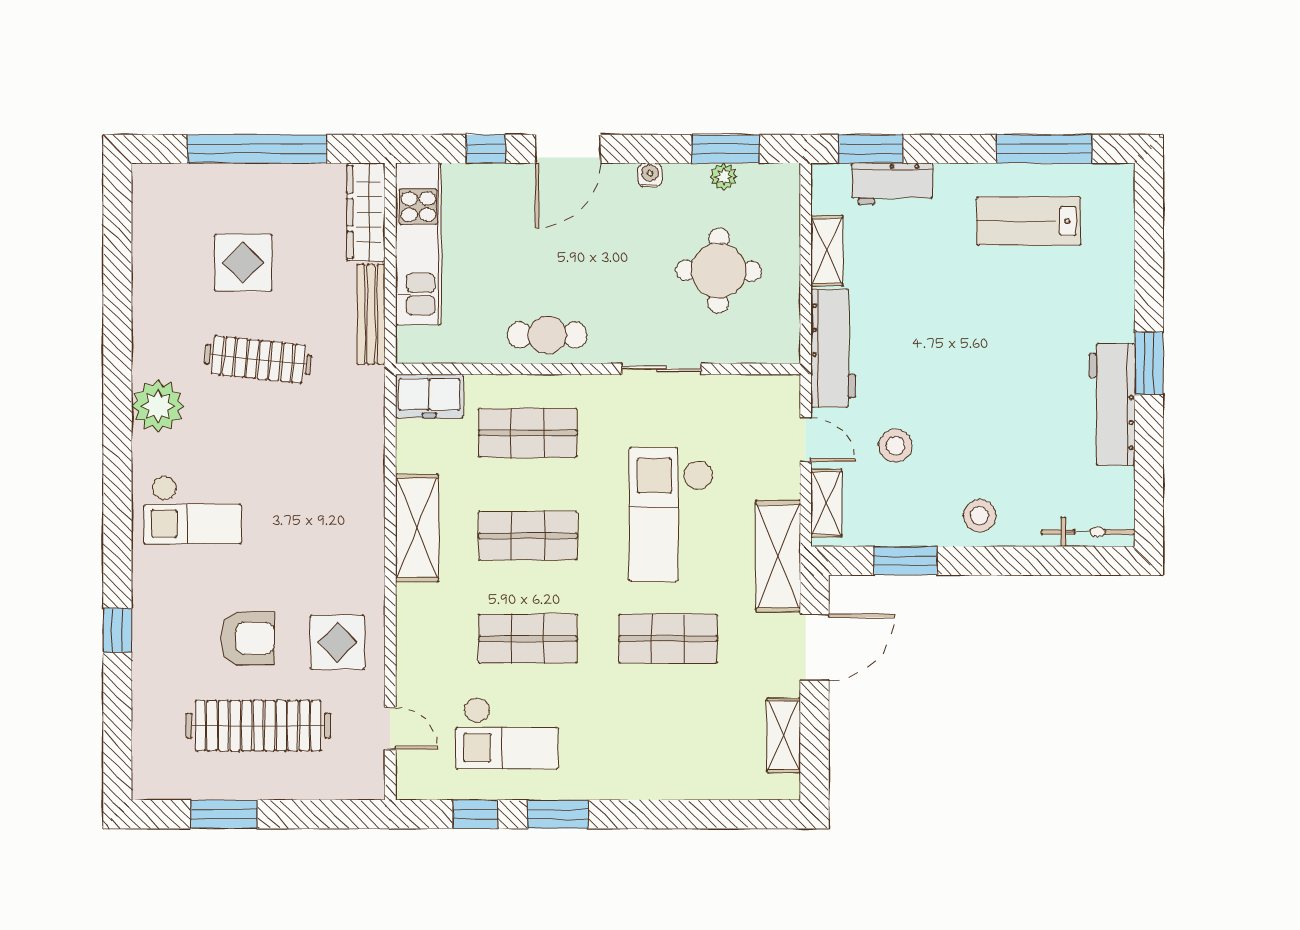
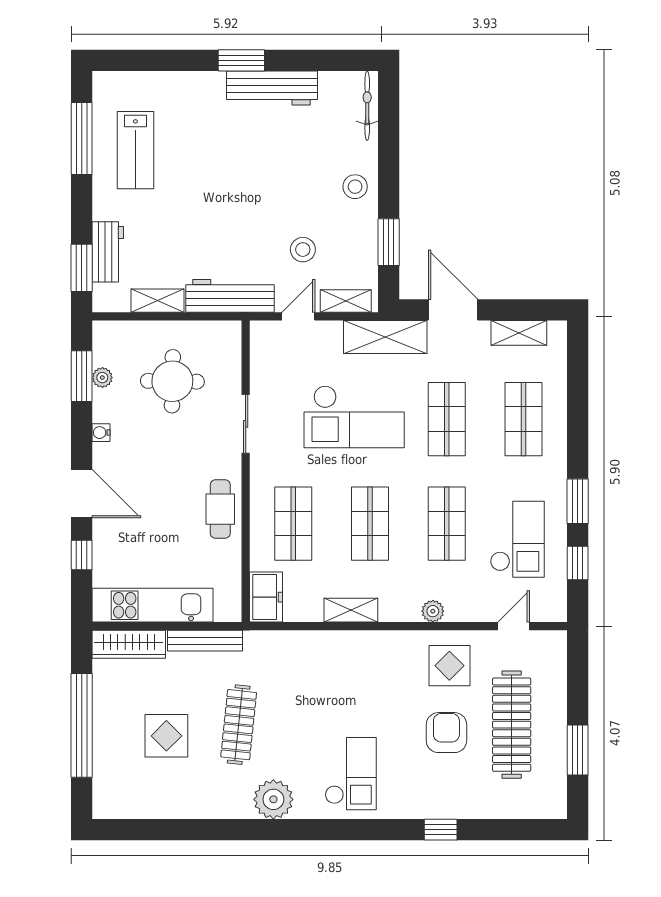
shelving: (417, 528) -> (351, 610), width x0.67, depth x0.75
plant: (410, 620) -> (433, 611), added
shop shelf: (668, 742) -> (523, 419), added

